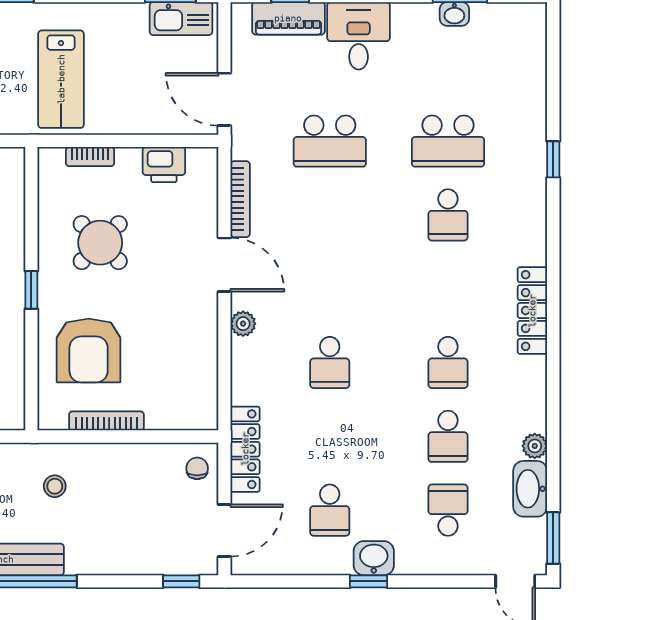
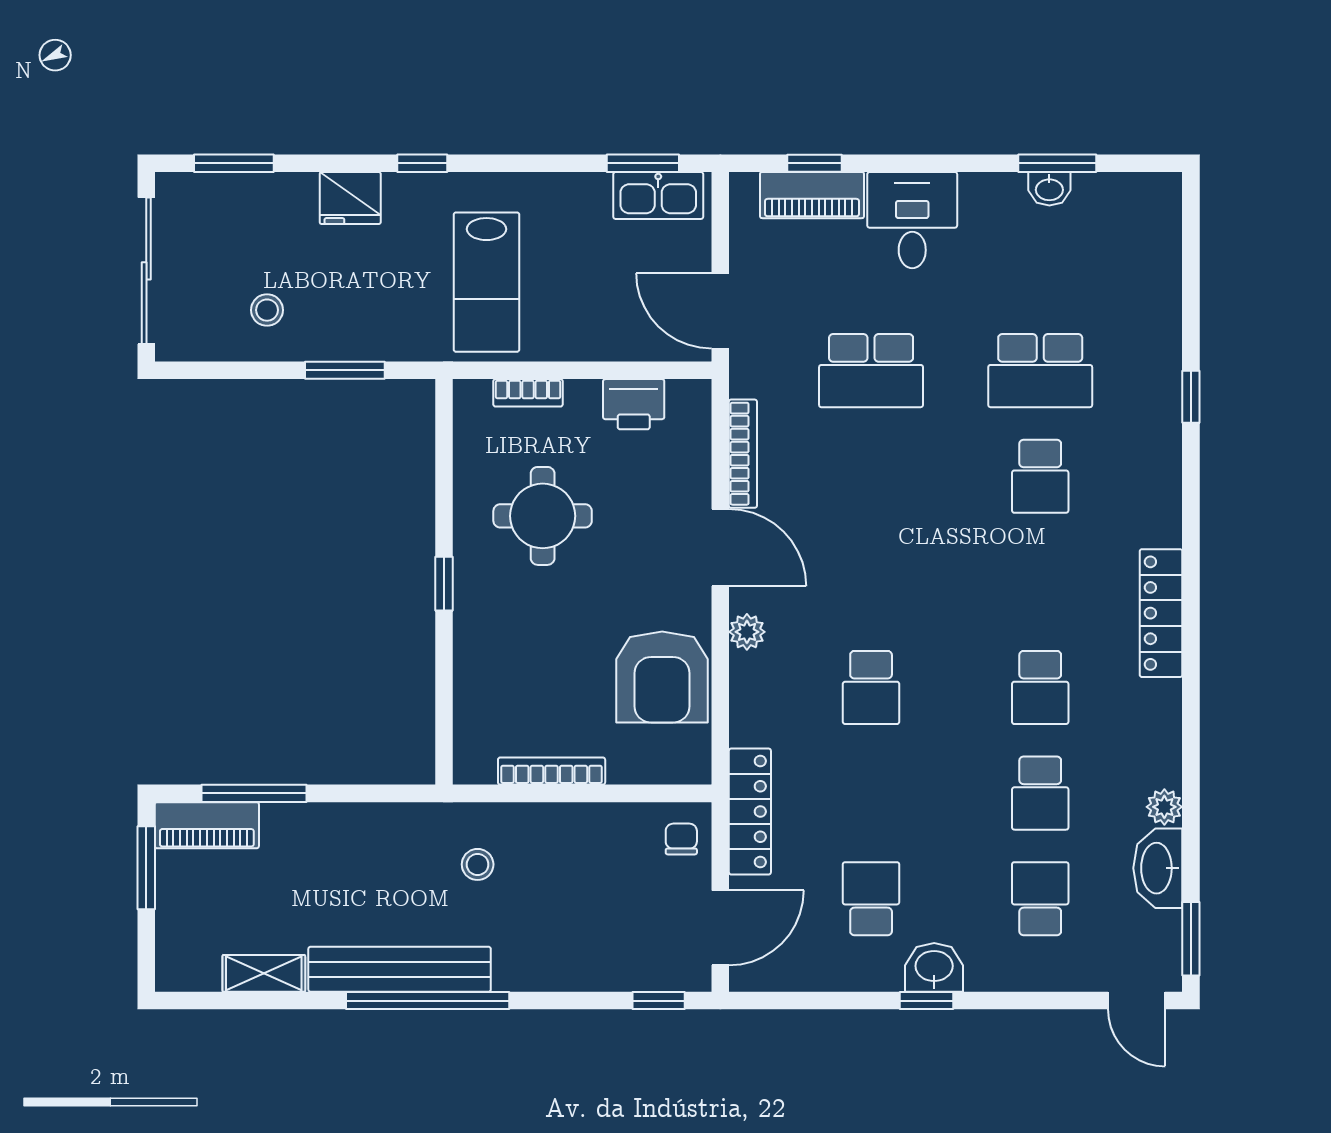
round table: (100, 243) -> (543, 516), turned 45
armchair: (89, 350) -> (662, 677), moved
school desk: (330, 510) -> (871, 899), turned 180

